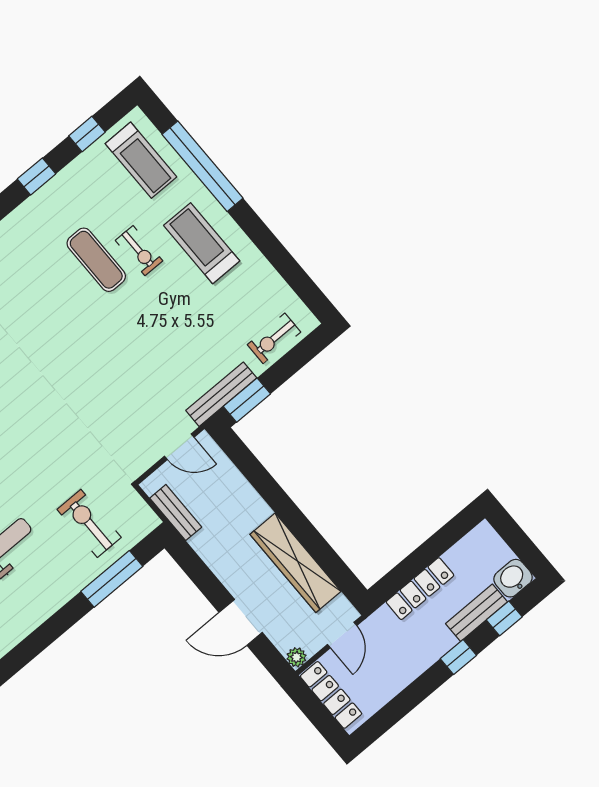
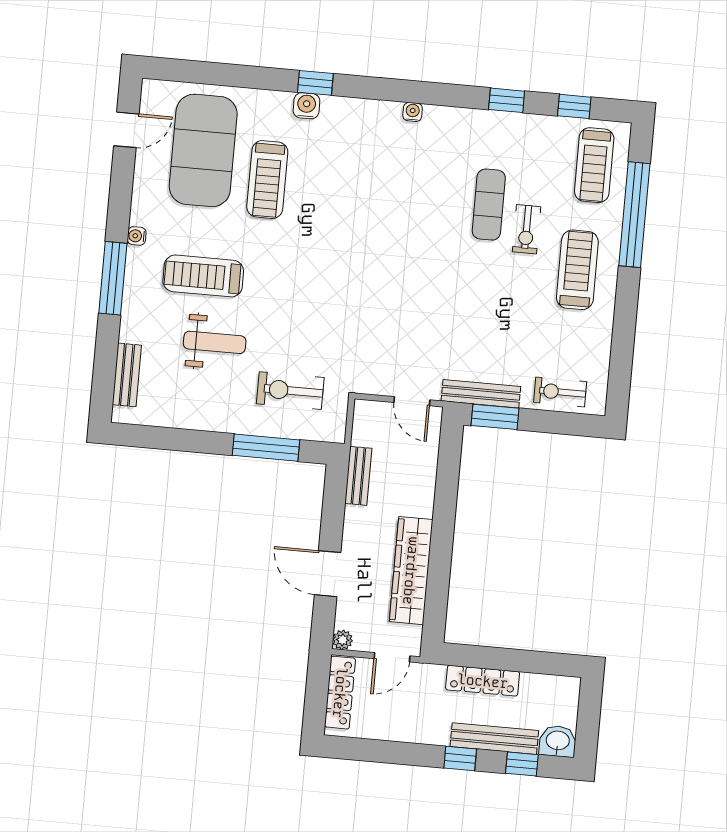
bench: (176, 513) -> (358, 476), moved
exercise bike: (89, 523) -> (290, 391), turned -90
bench: (476, 613) -> (494, 739), width x1.36

